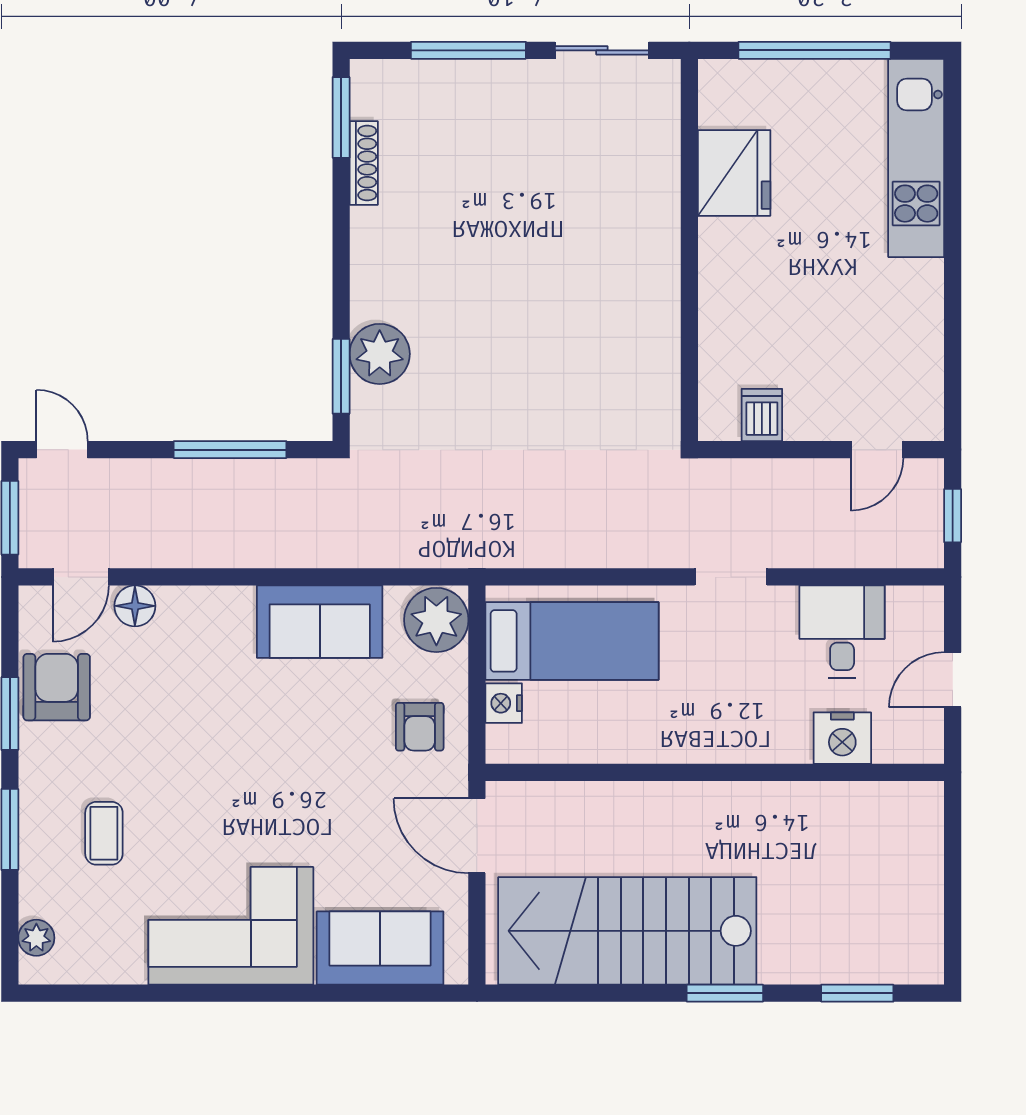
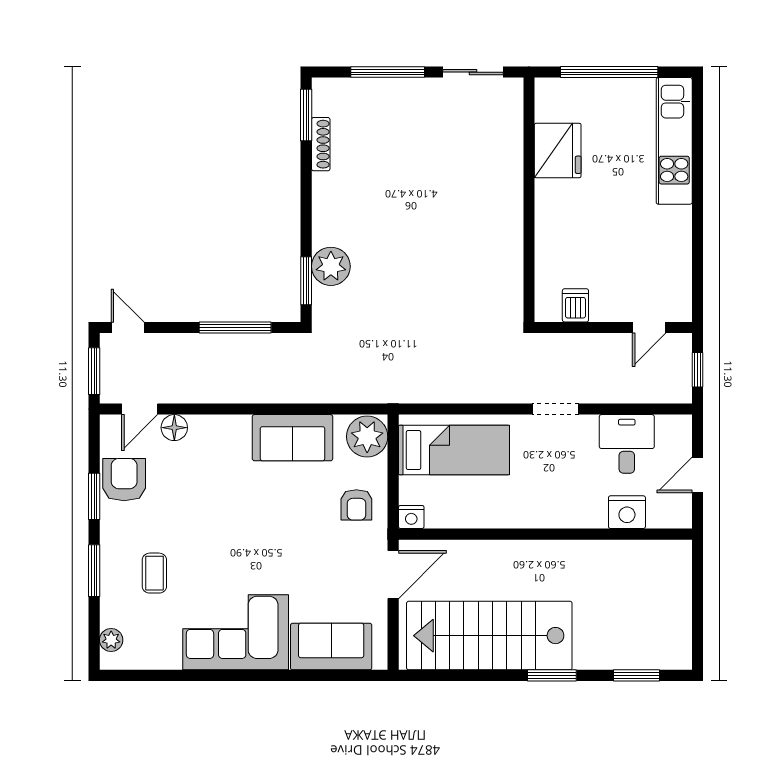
nightstand: (504, 703) -> (411, 517), moved, turned -90
door: (477, 836) -> (393, 575), swing flipped

